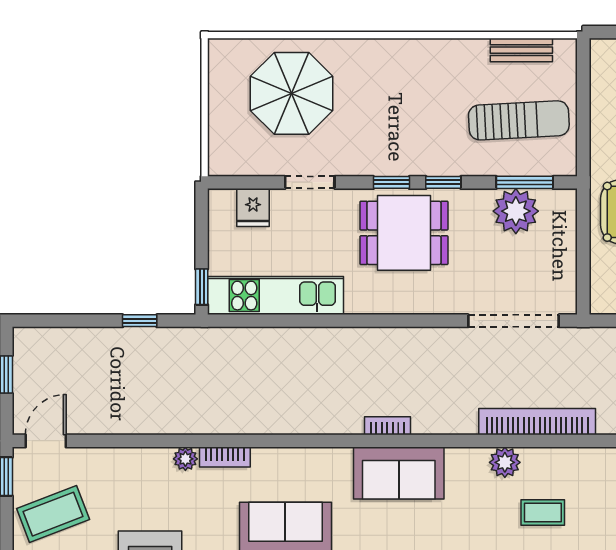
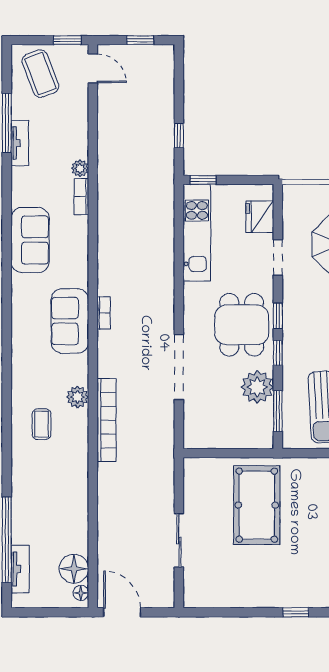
fridge: (253, 208) -> (260, 217), width x1.38
plant: (516, 211) -> (257, 387), moved
doorway: (514, 321) -> (179, 367), moved

